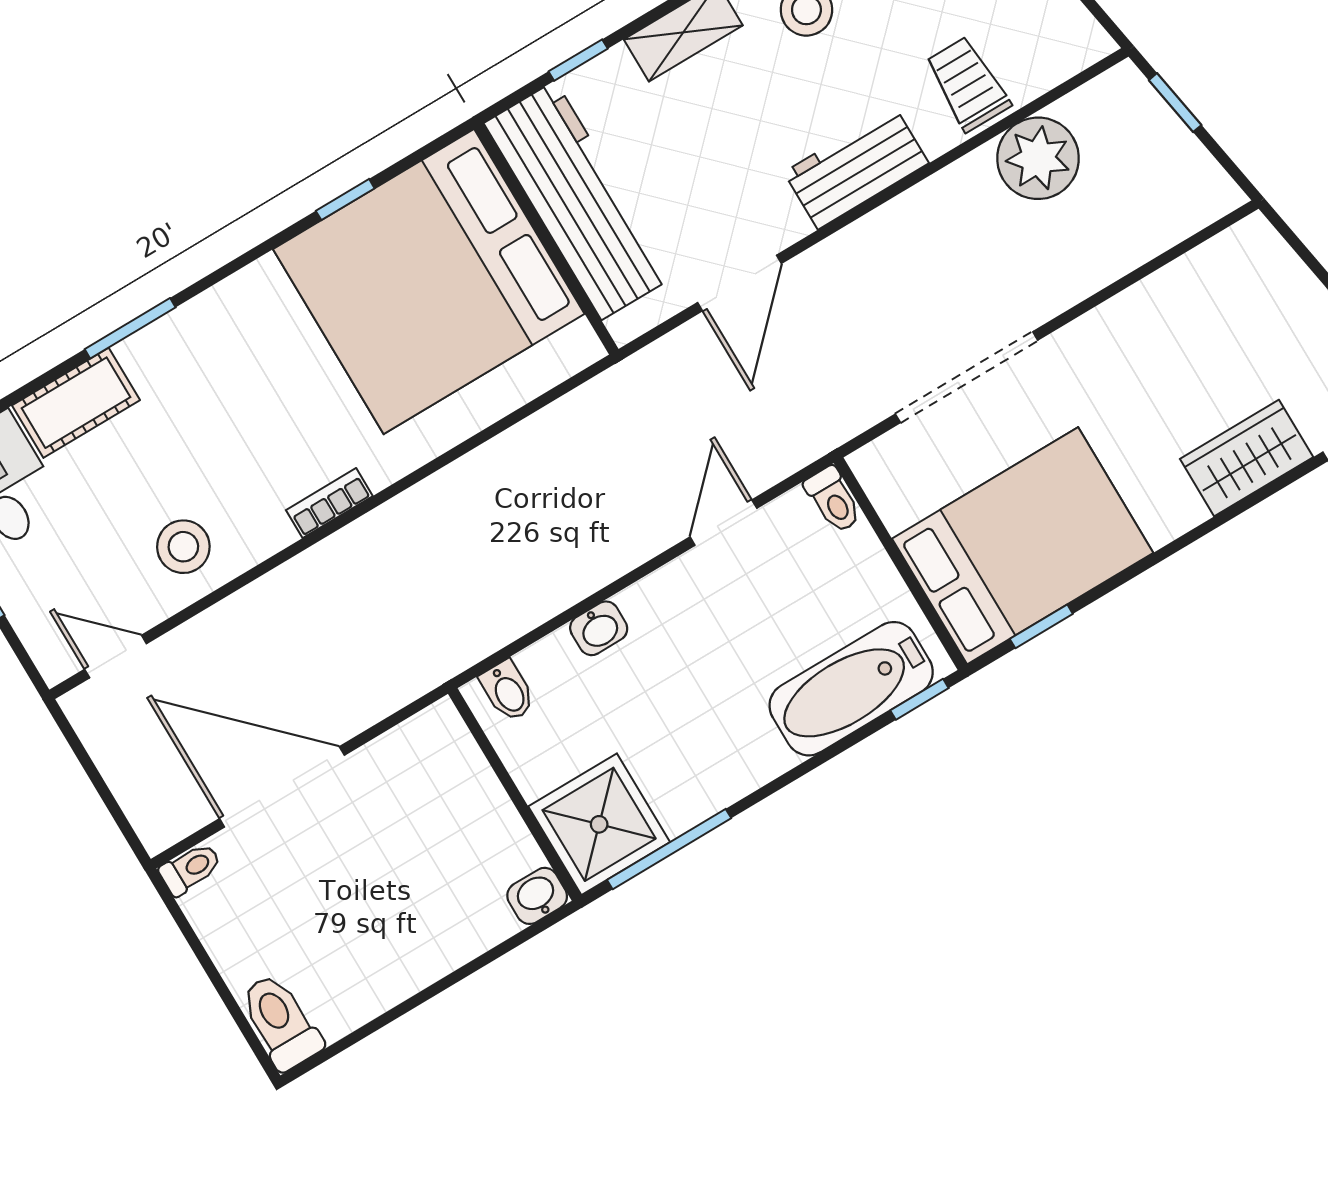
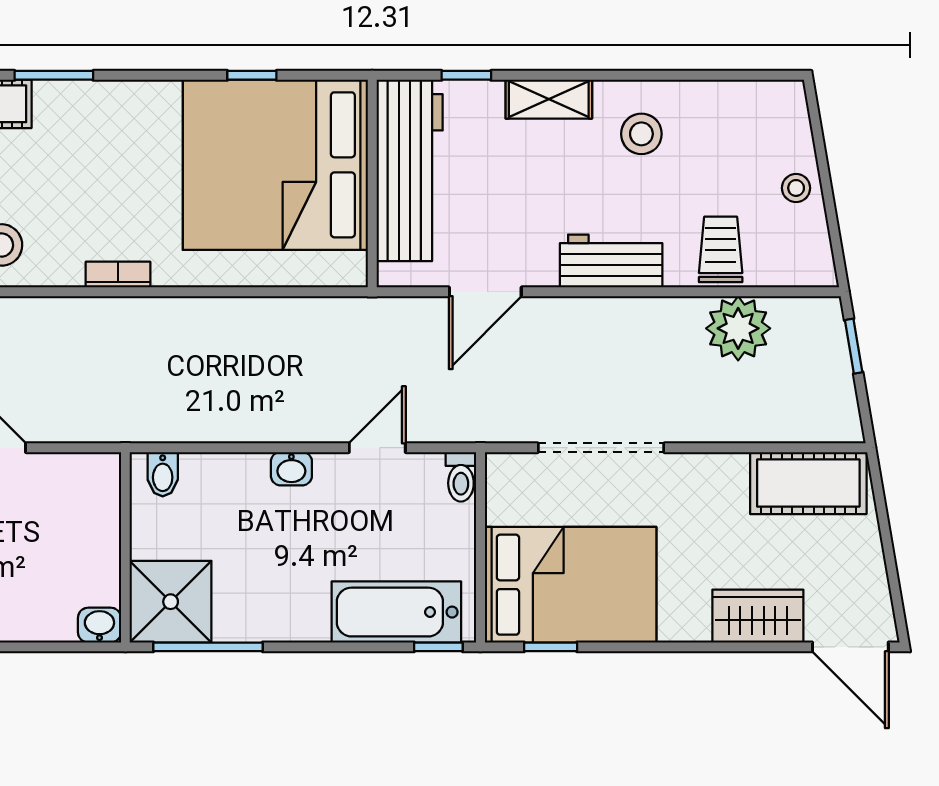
cot: (1215, 281) -> (808, 483), added
washbasin: (599, 628) -> (291, 469), moved

